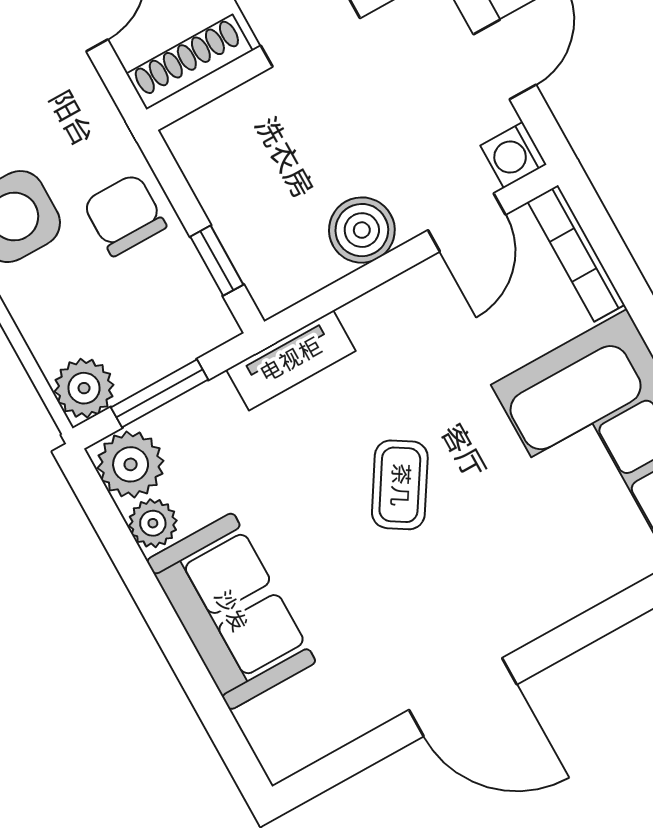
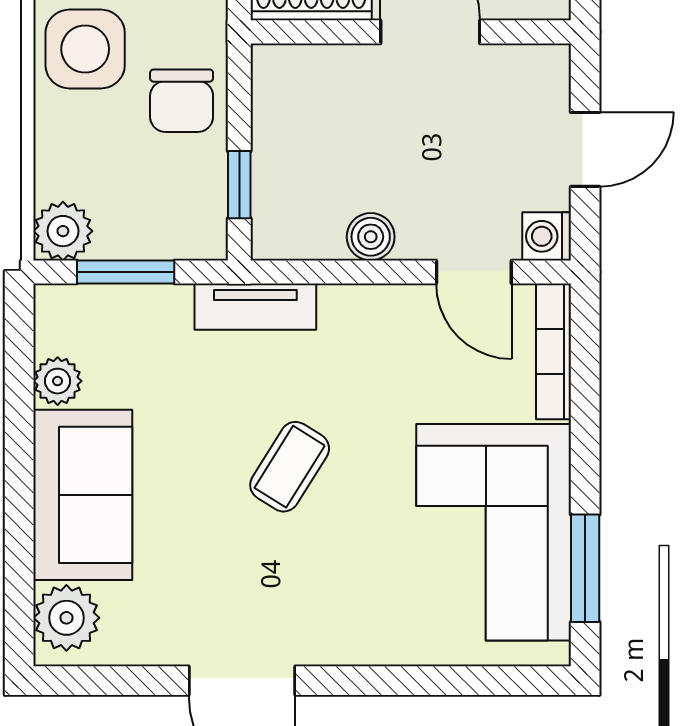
chair: (125, 215) -> (182, 101), turned 180
door: (467, 222) -> (474, 272), hinge flipped
boiler: (362, 230) -> (371, 237), width x0.73, depth x0.73
plant: (131, 464) -> (66, 618), moved

